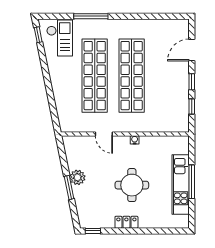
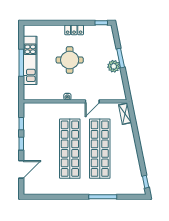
checkout: (60, 38) -> (128, 179), removed
shelving: (64, 119) -> (125, 114), added
door: (104, 134) -> (92, 101), swing flipped

